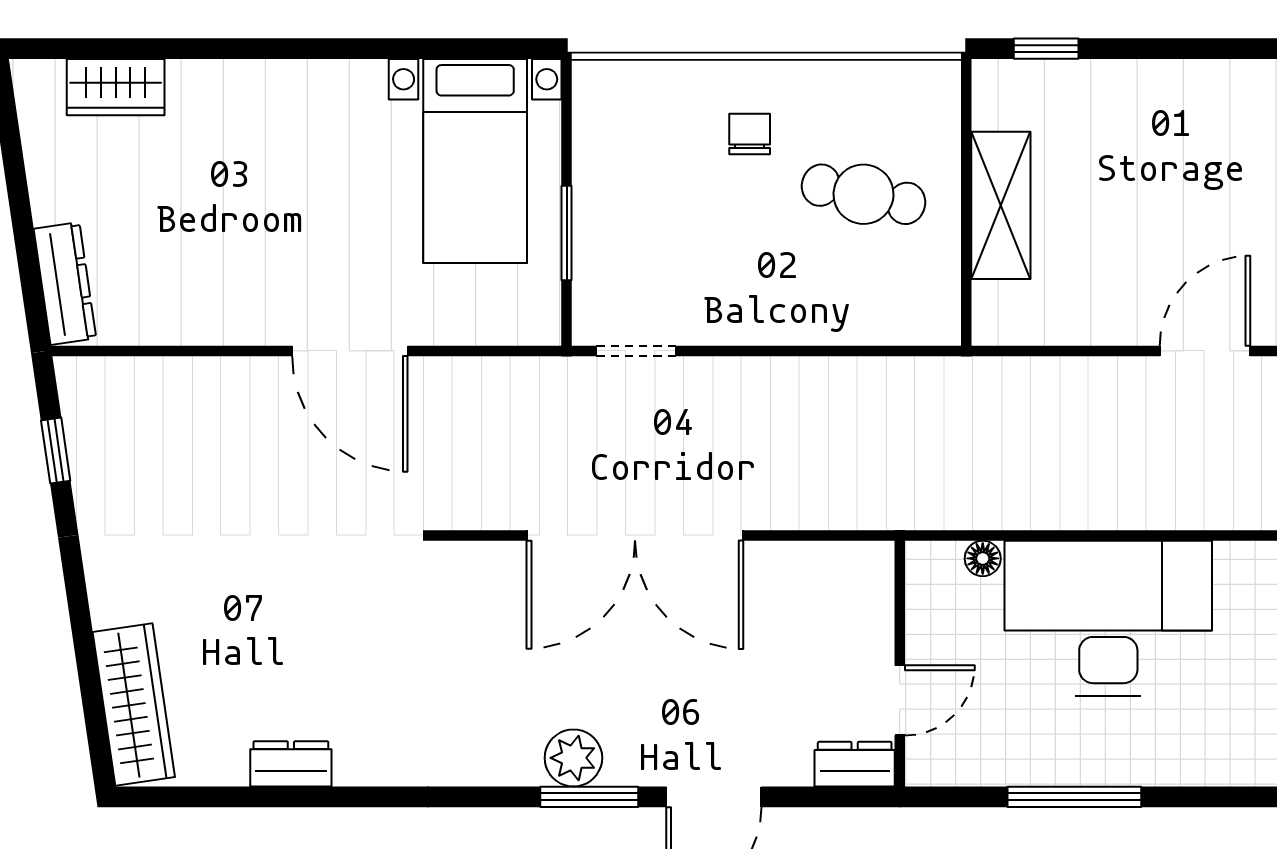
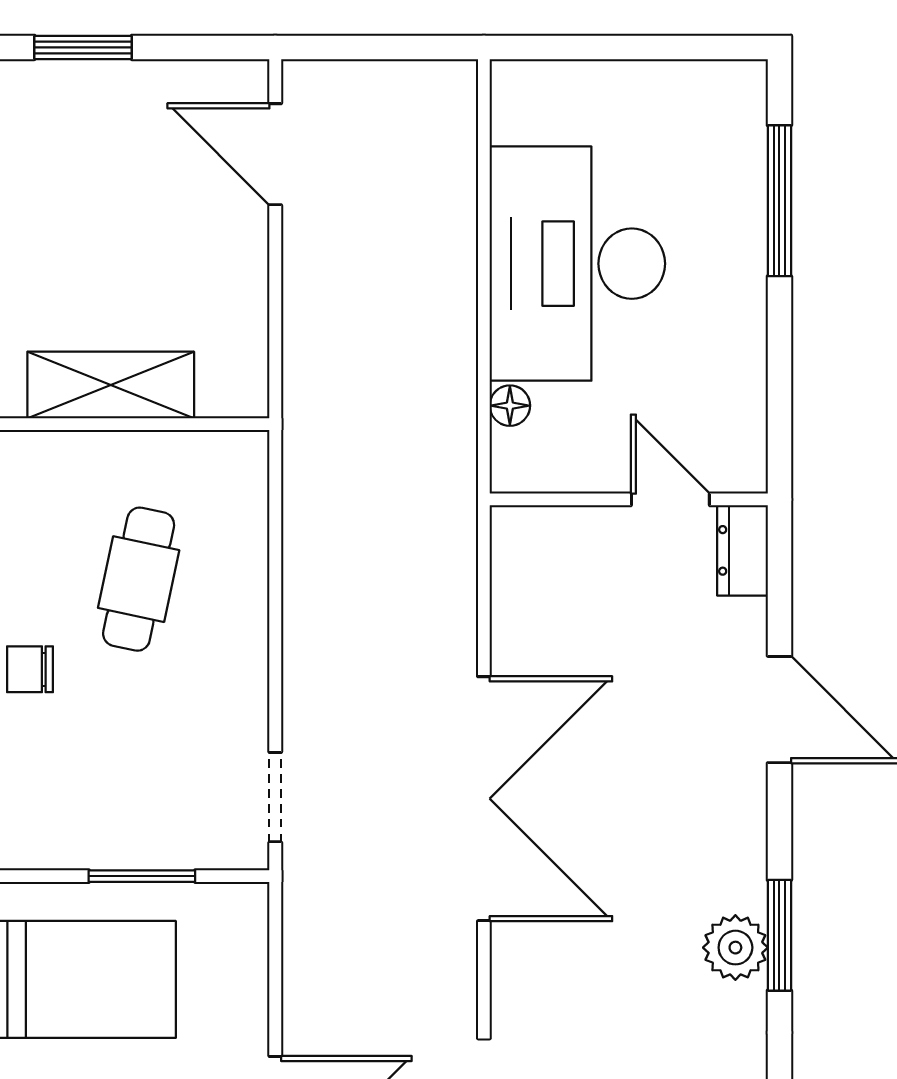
cafe table: (864, 194) -> (139, 579), moved
plant: (573, 758) -> (735, 948), moved
window: (589, 797) -> (779, 935), moved
window: (1074, 797) -> (779, 201), moved

